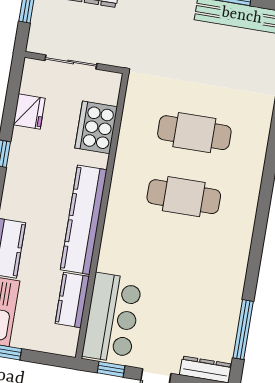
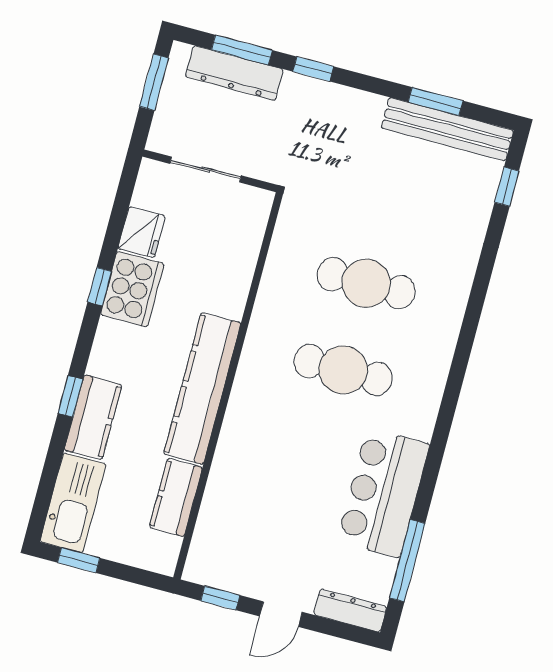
cooker: (96, 127) -> (132, 289), moved, turned 180
bar counter: (112, 318) -> (383, 493), moved, turned 180

